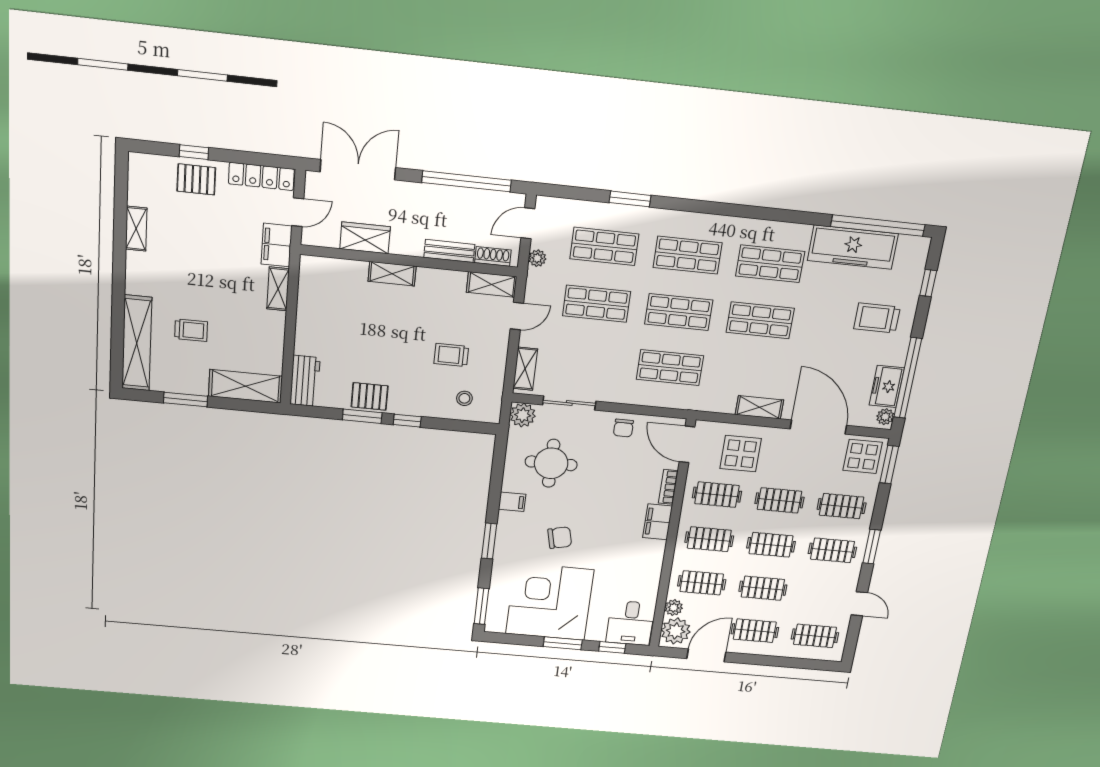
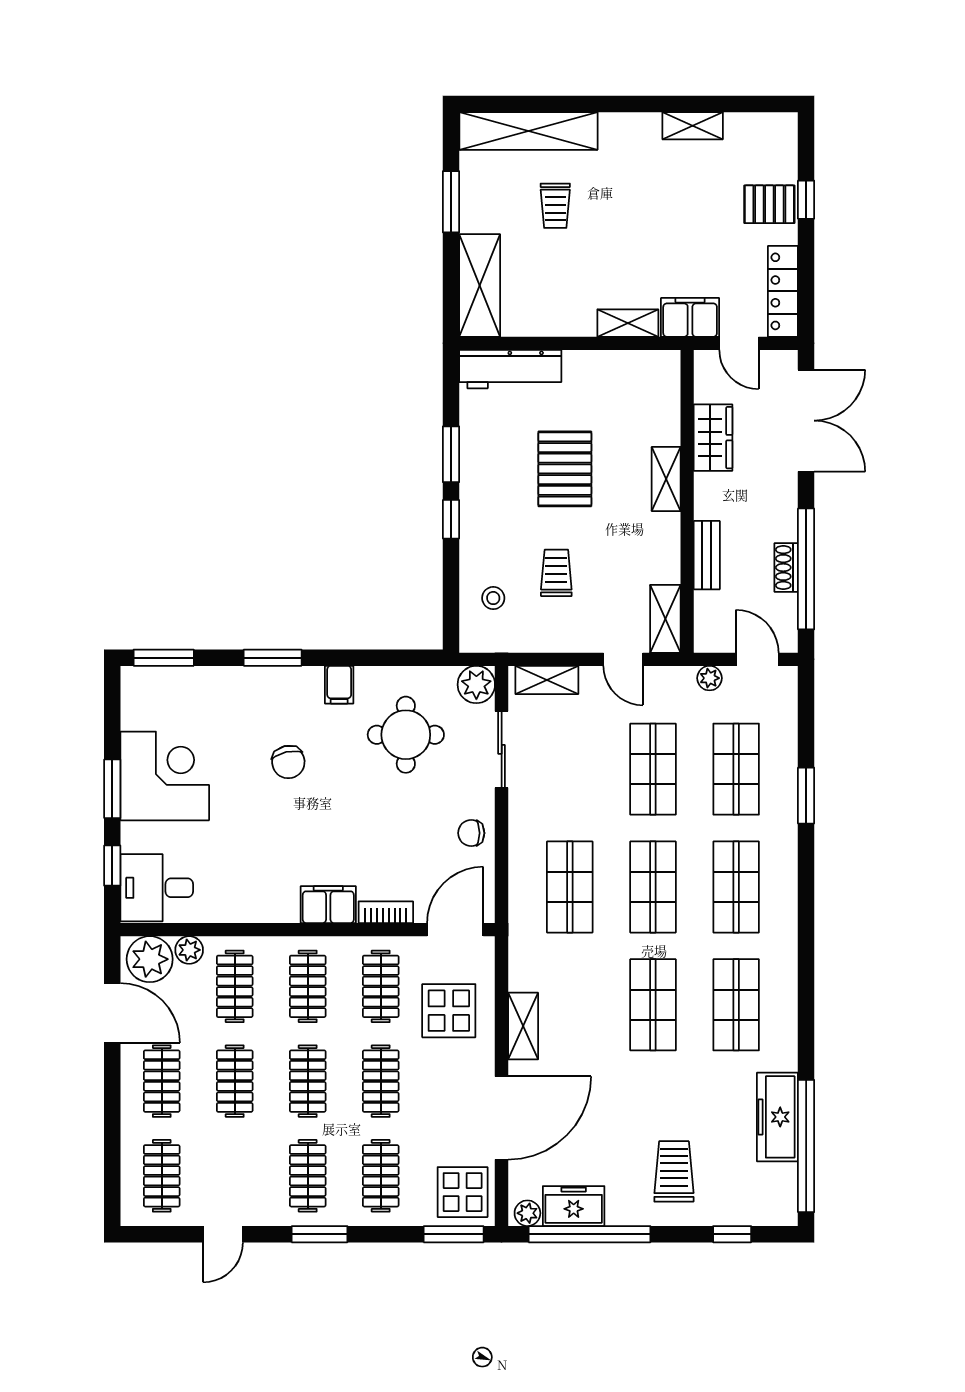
pallet: (196, 179) -> (769, 204), turned 90
freezer: (853, 247) -> (777, 1117), width x0.73, depth x0.79
shoe rack: (493, 256) -> (786, 567), moved, turned 180
workbench: (305, 381) -> (510, 369), width x1.37
pallet: (370, 396) -> (565, 469), moved, width x1.50, depth x1.42
corner desk: (550, 602) -> (165, 776), width x0.74, depth x0.74

